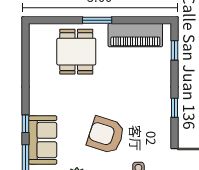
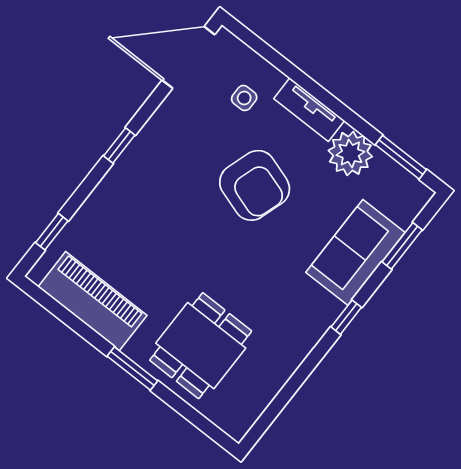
window: (26, 124) -> (346, 317), moved

